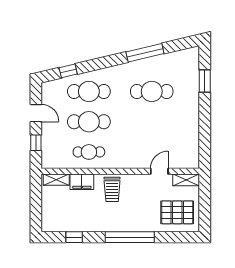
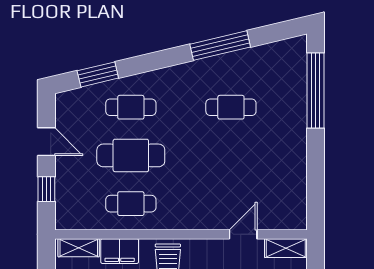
window: (68, 71) -> (98, 74), width x1.50
window: (205, 81) -> (315, 91), width x2.11
cafe table: (89, 91) -> (131, 107), width x0.73, depth x0.74
cafe table: (152, 91) -> (231, 107), width x0.73, depth x0.74

